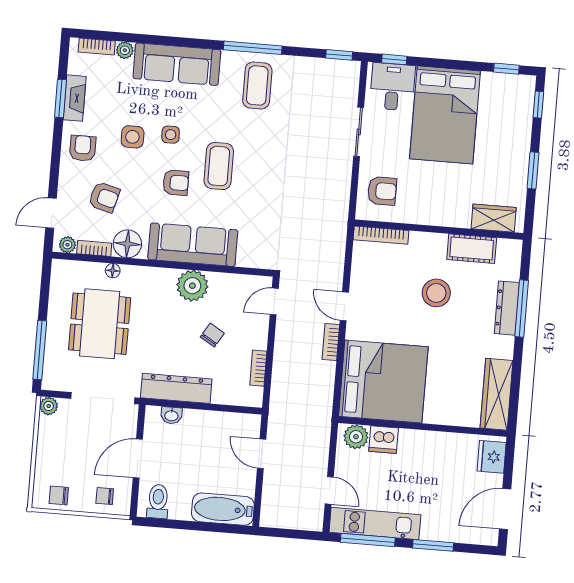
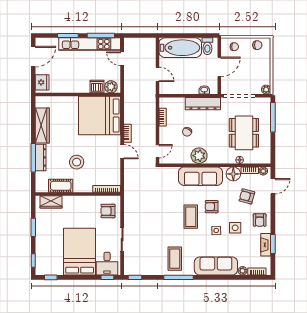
wardrobe: (497, 394) -> (42, 126), moved
bathtub: (223, 509) -> (180, 48), width x1.36, depth x1.36
kitchen unit: (375, 524) -> (90, 44), width x1.36

